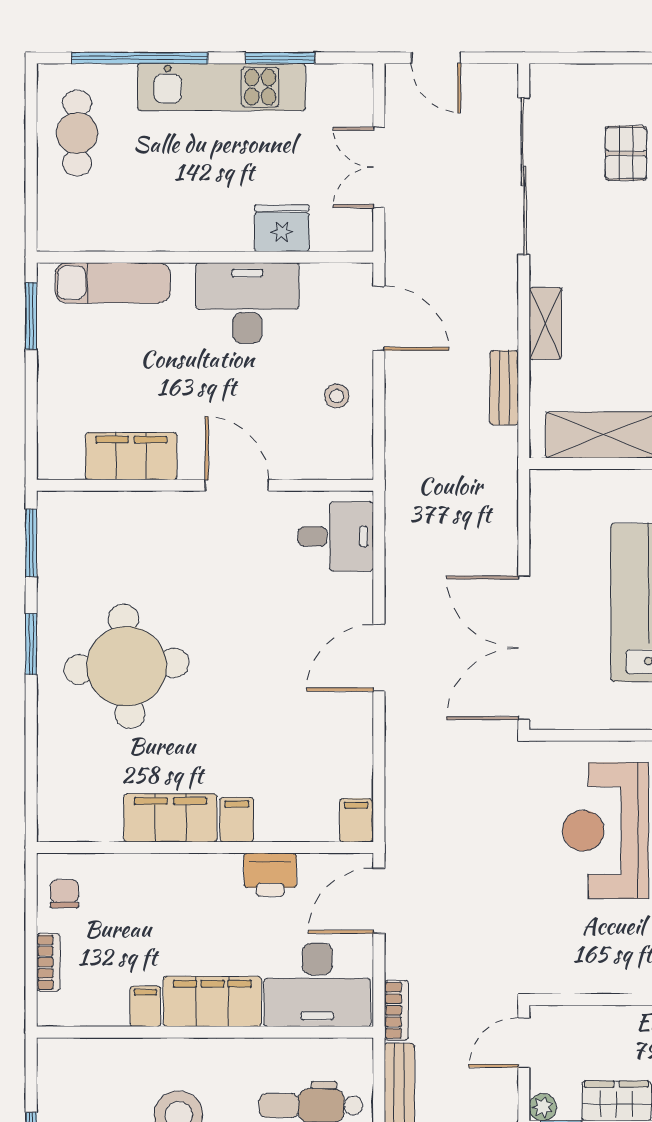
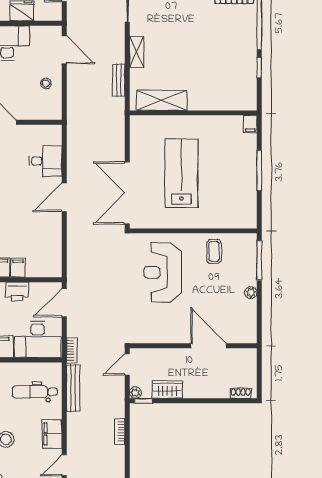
desk: (336, 536) -> (46, 161), moved
filing cabinet: (356, 820) -> (18, 268), moved

